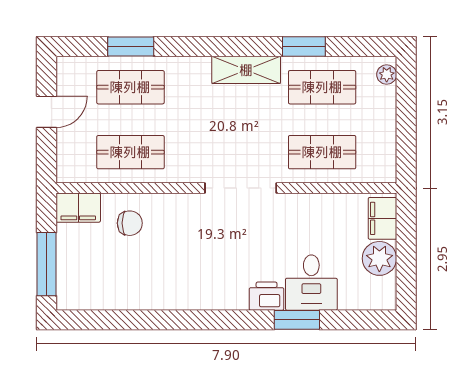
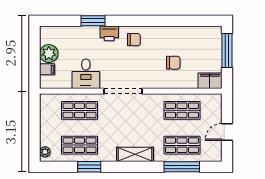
window: (131, 47) -> (182, 167), width x1.44
shelving: (246, 70) -> (135, 154), moved
filing cabinet: (382, 218) -> (47, 69), width x0.50
chair: (130, 223) -> (173, 63), moved, turned 180
desk: (311, 283) -> (86, 74), moved, turned 180
chair: (220, 285) -> (134, 40), added

